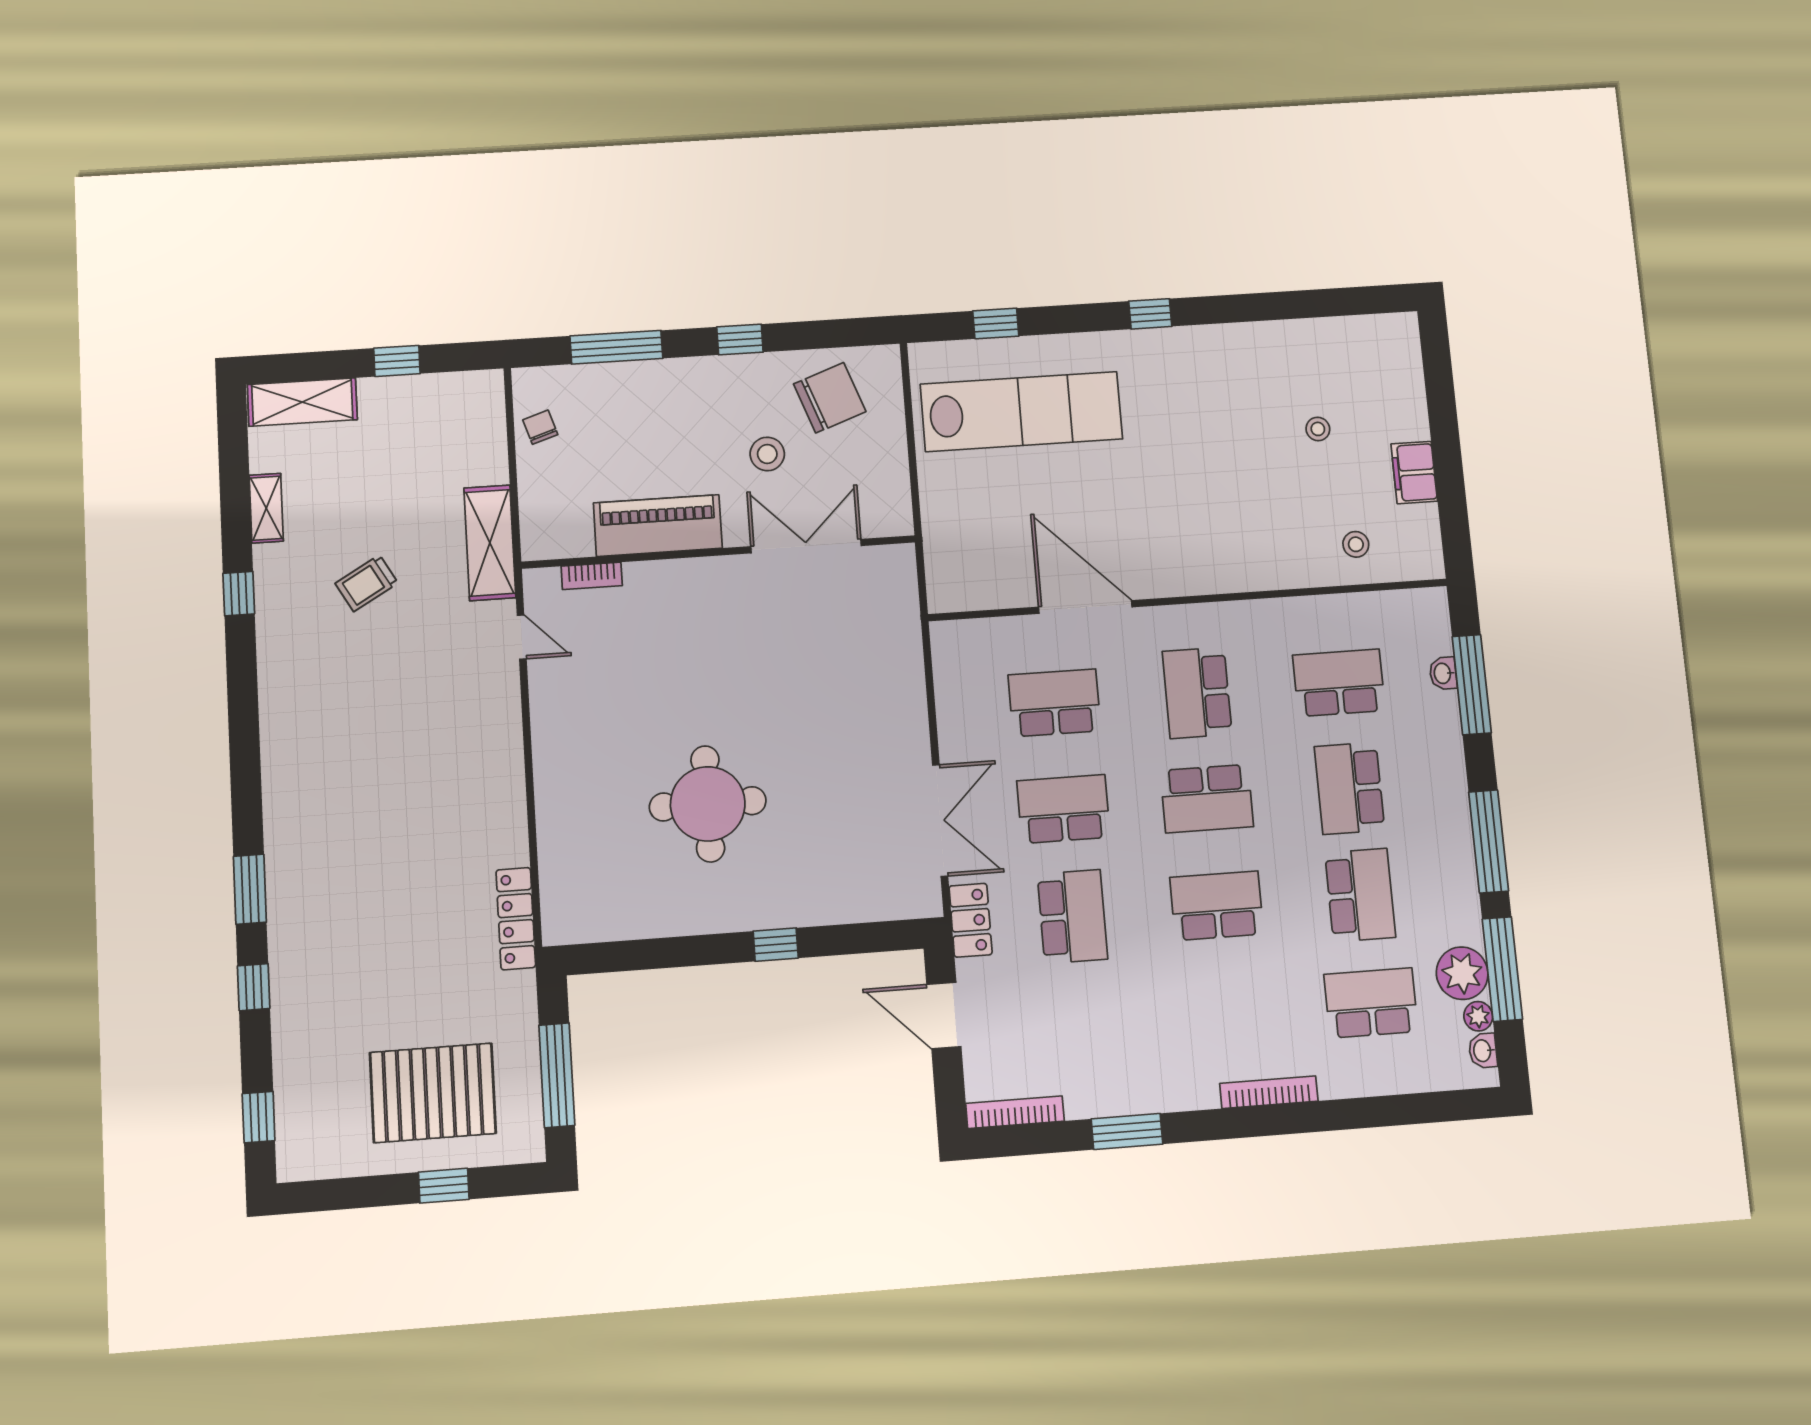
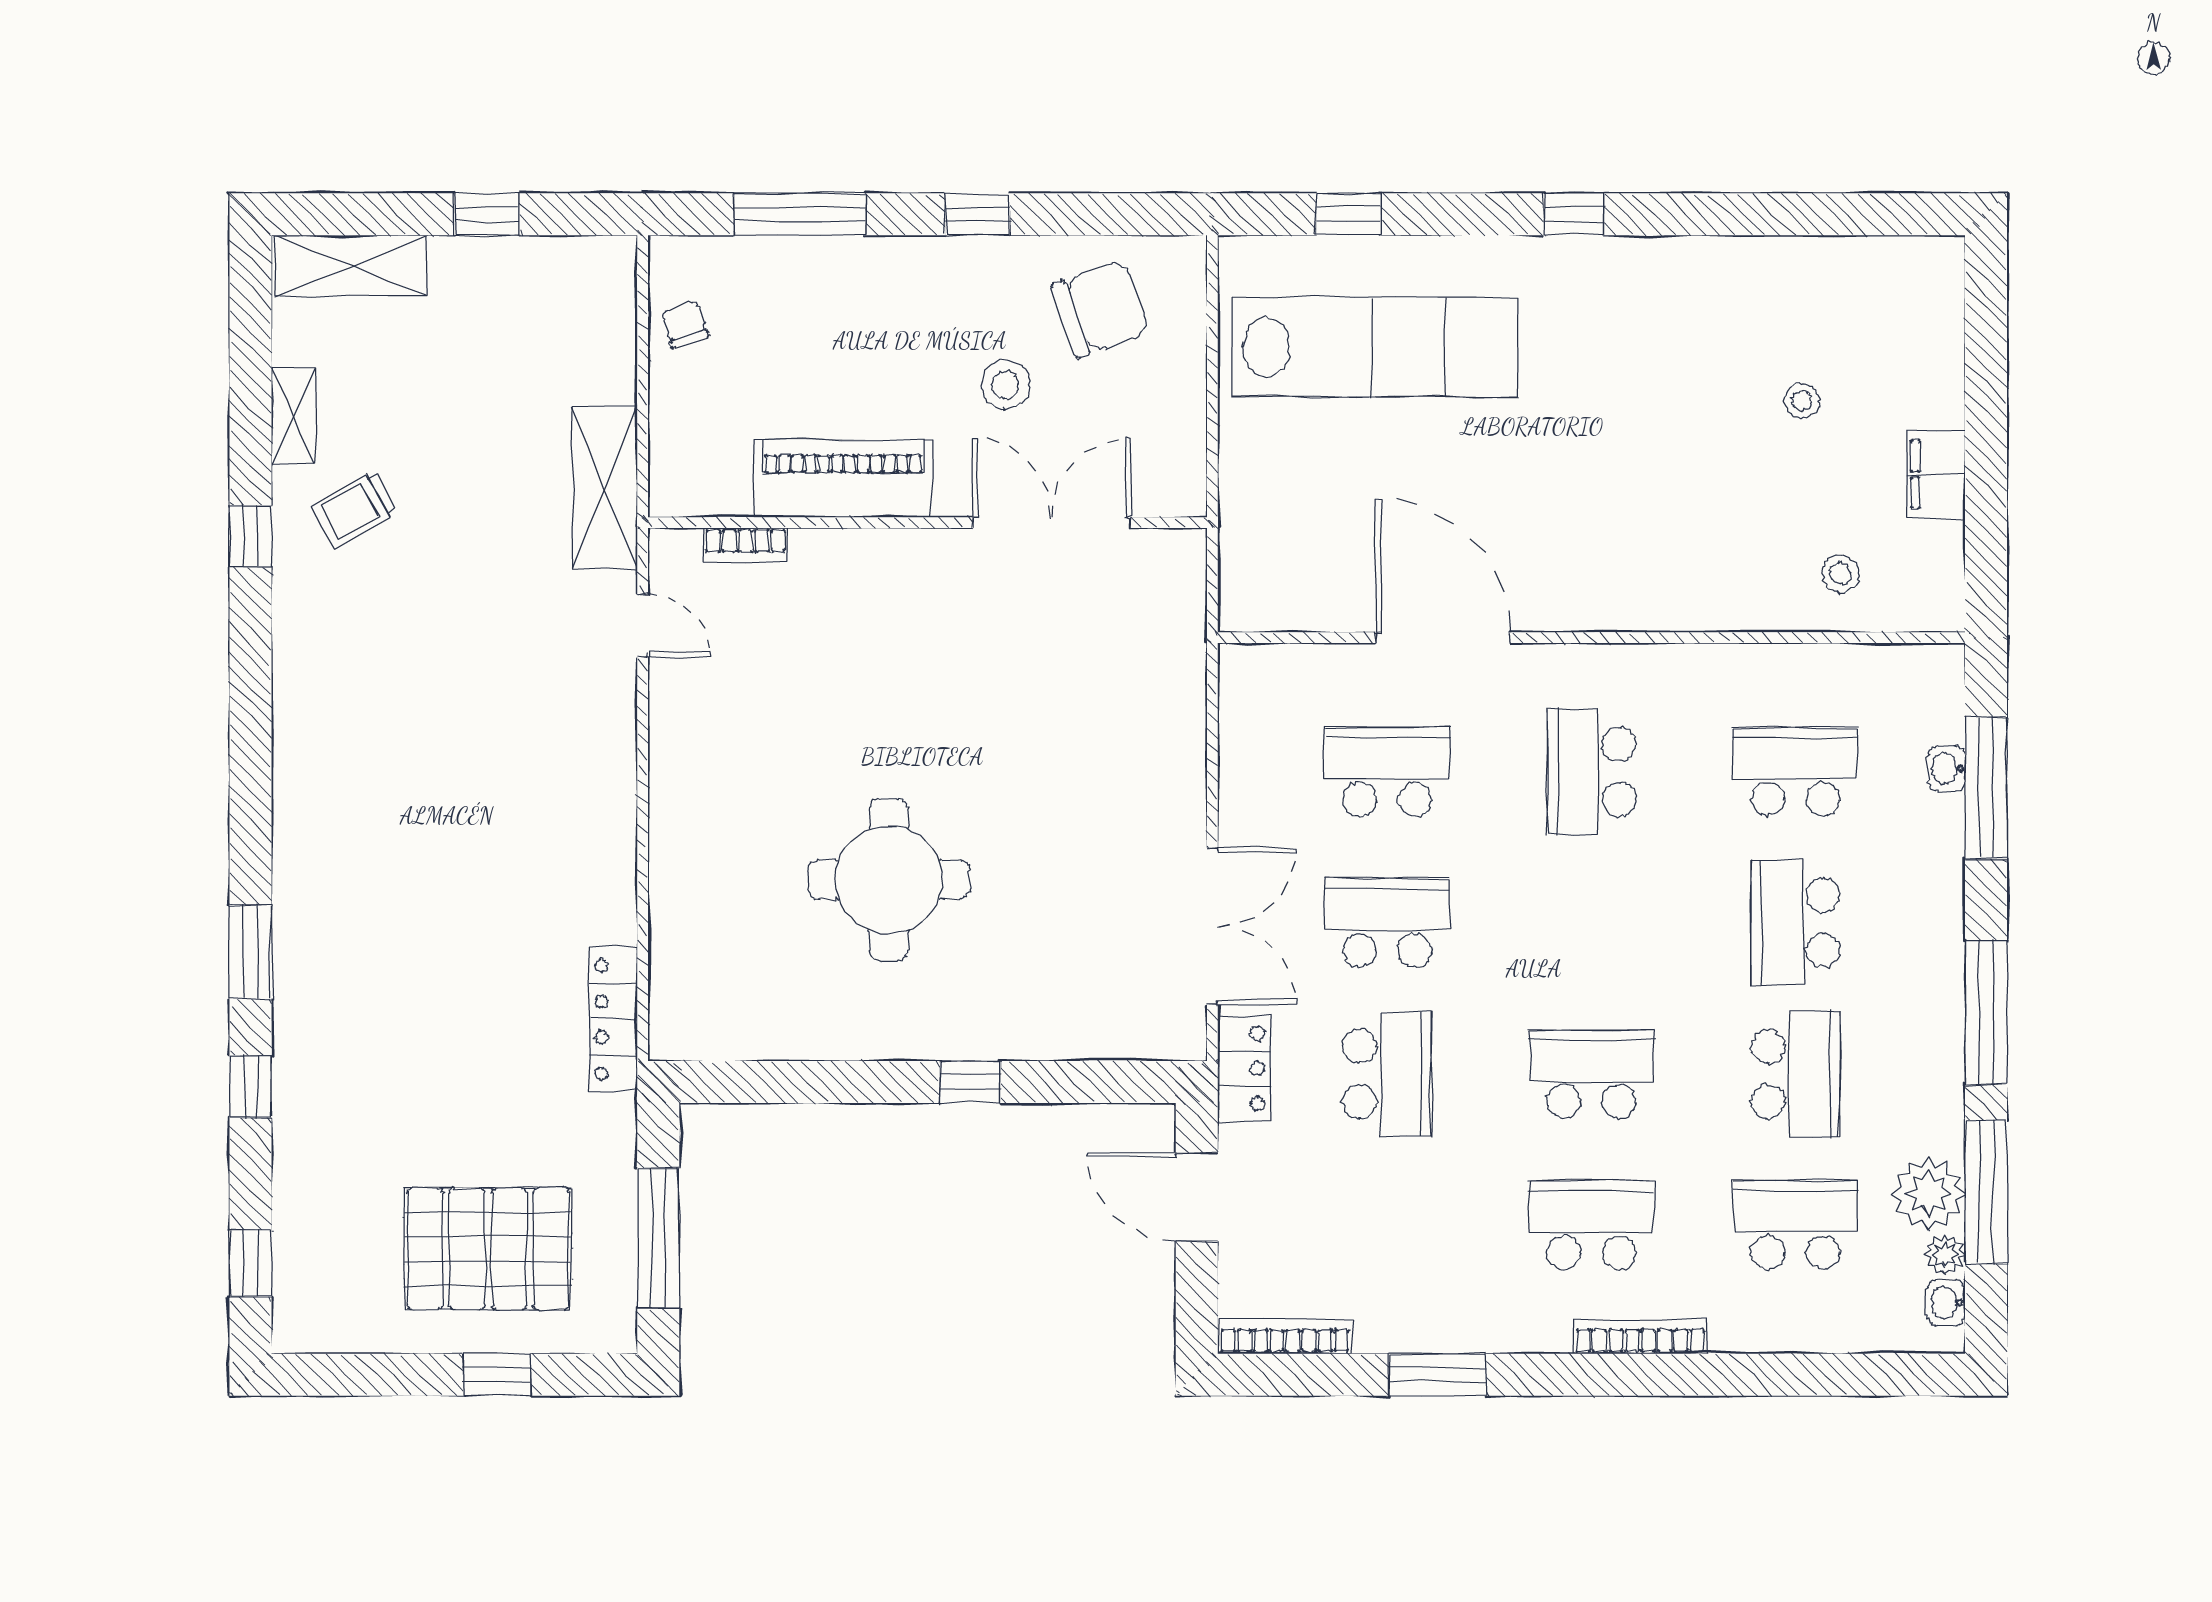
trolley: (367, 583) -> (354, 509), moved
school desk: (1207, 799) -> (1591, 1225), moved, turned 180

